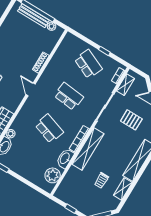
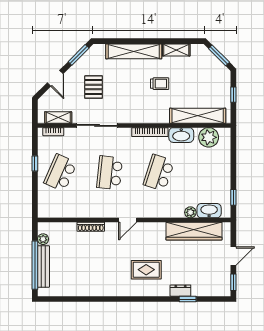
shelving: (88, 149) -> (198, 116), moved
trolley: (101, 180) -> (160, 84), moved

